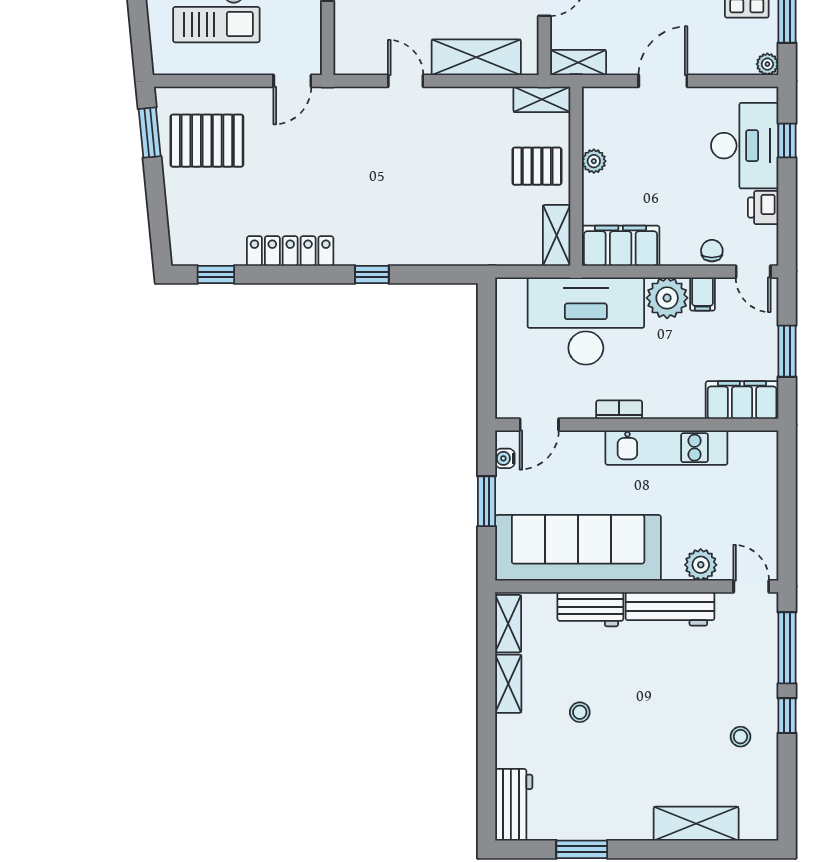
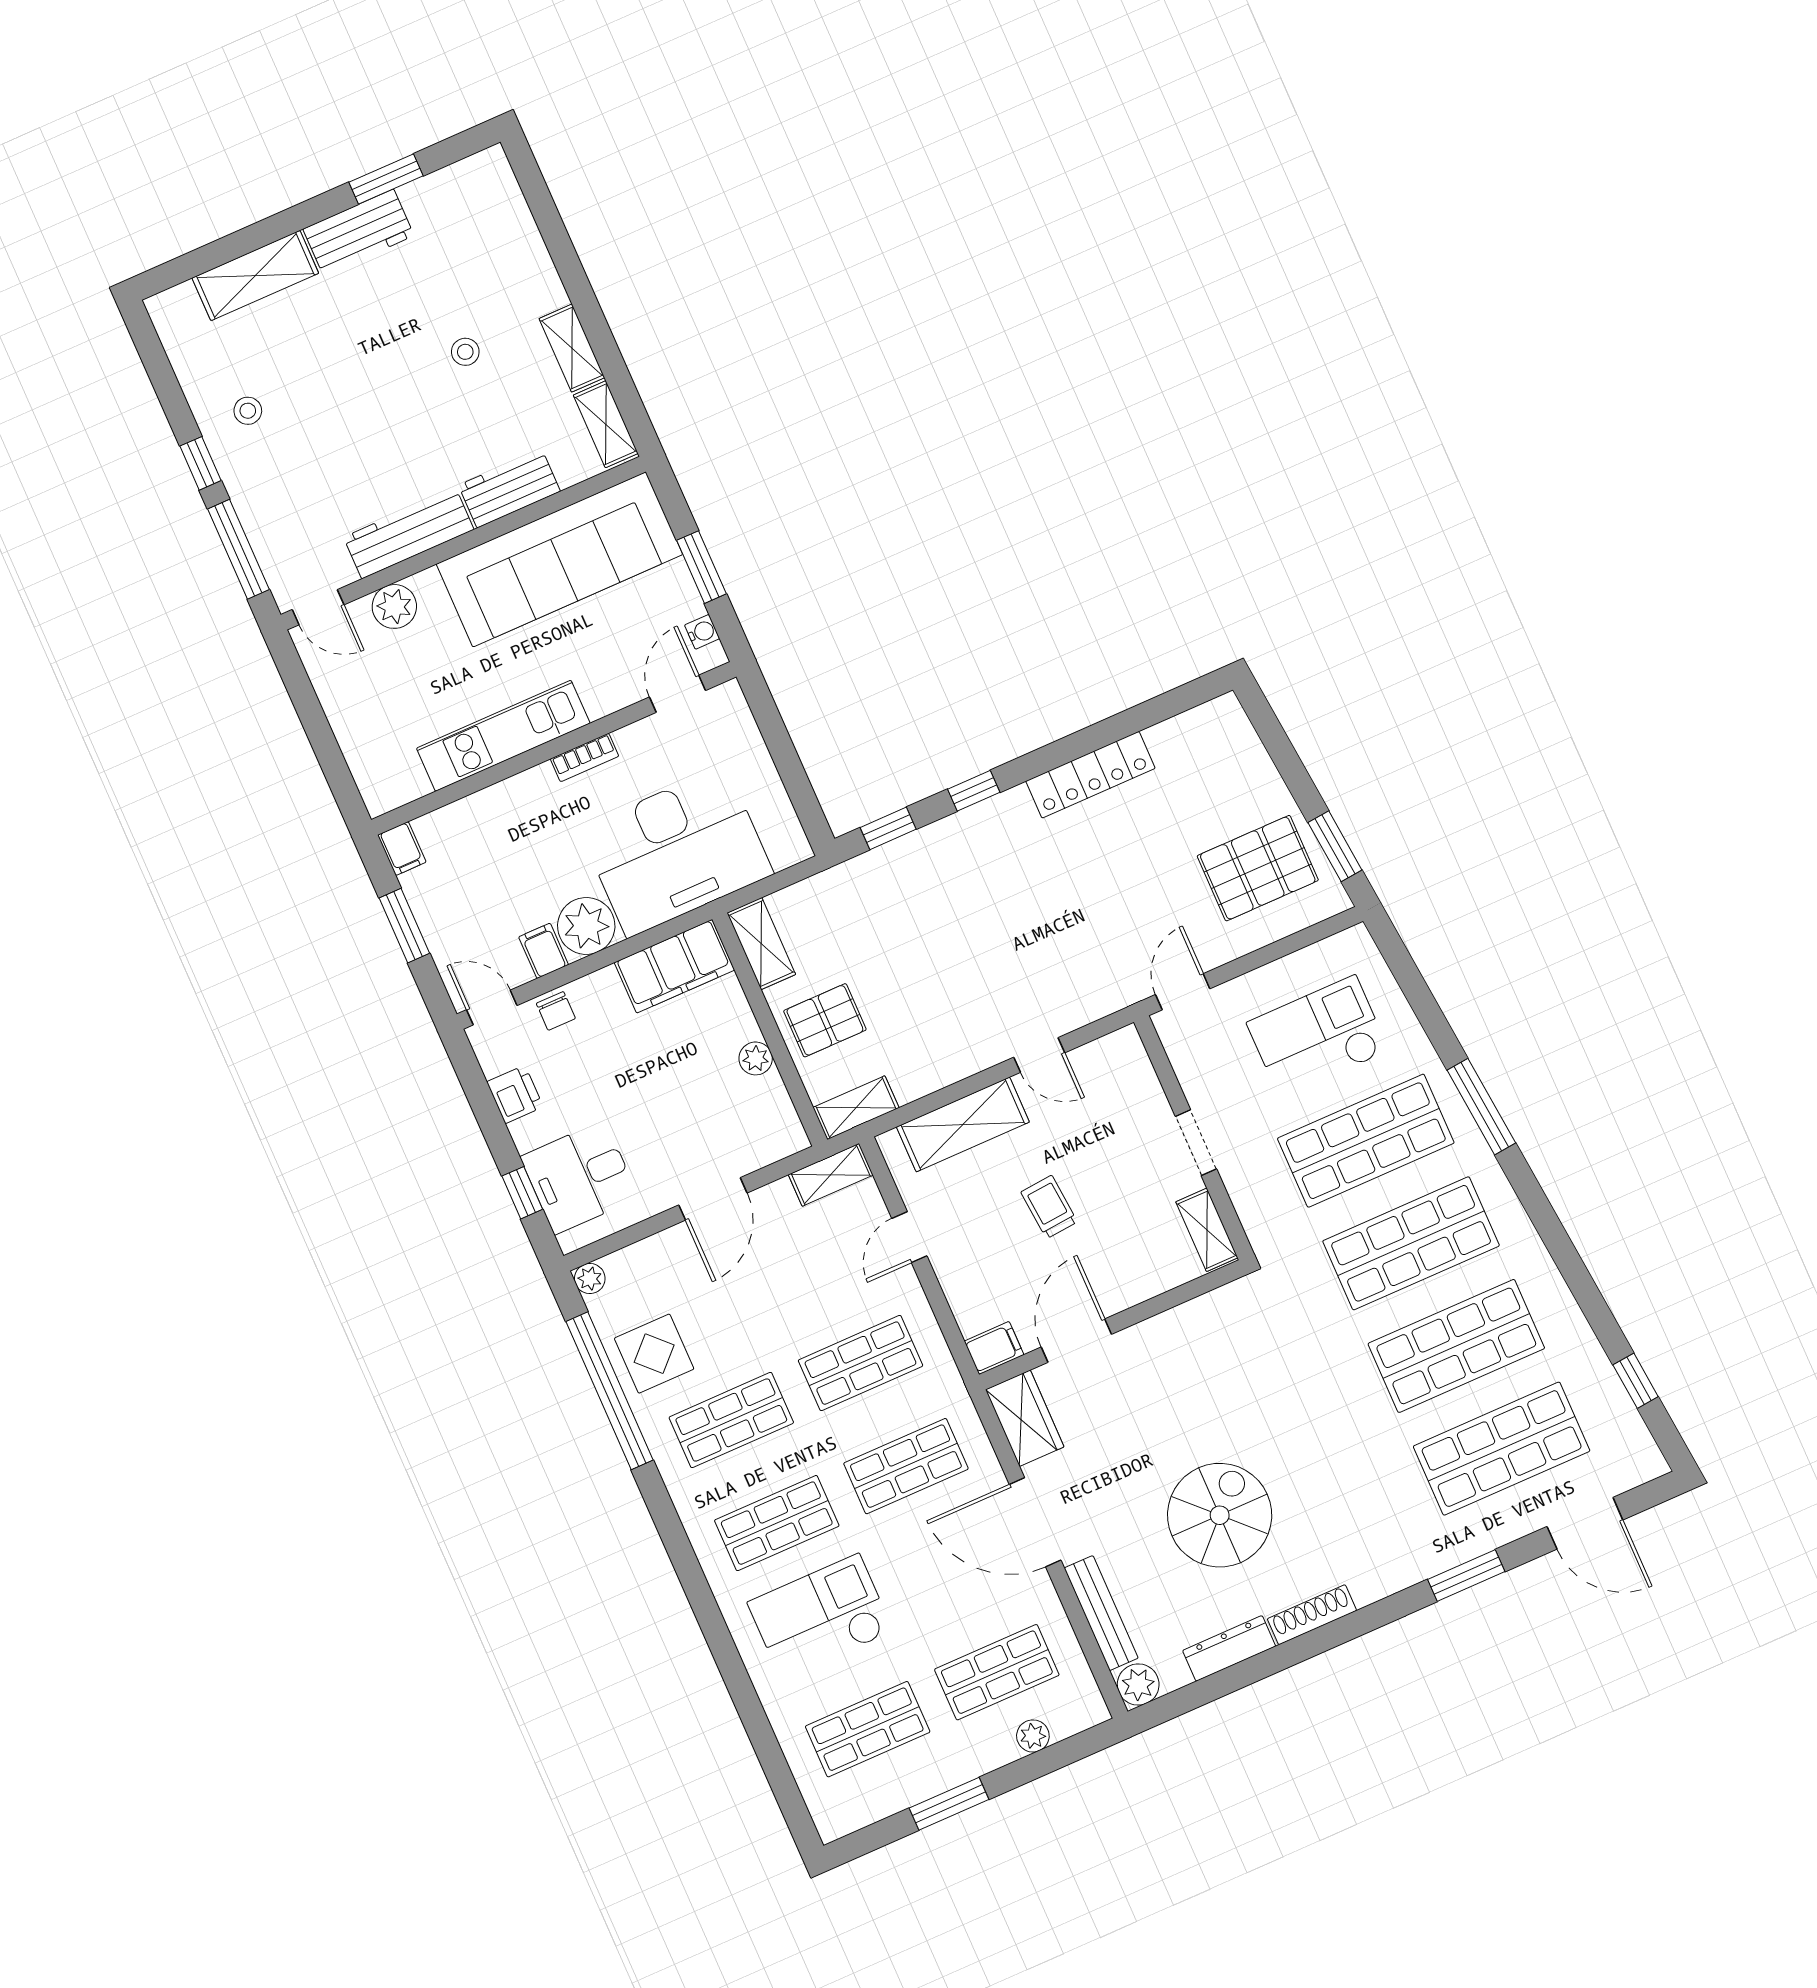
desk: (745, 146) -> (580, 1177), width x0.73
window: (216, 274) -> (888, 828), moved
filing cabinet: (742, 400) -> (402, 849), width x0.33, depth x0.86
workbench: (514, 805) -> (359, 232), moved, turned -90

